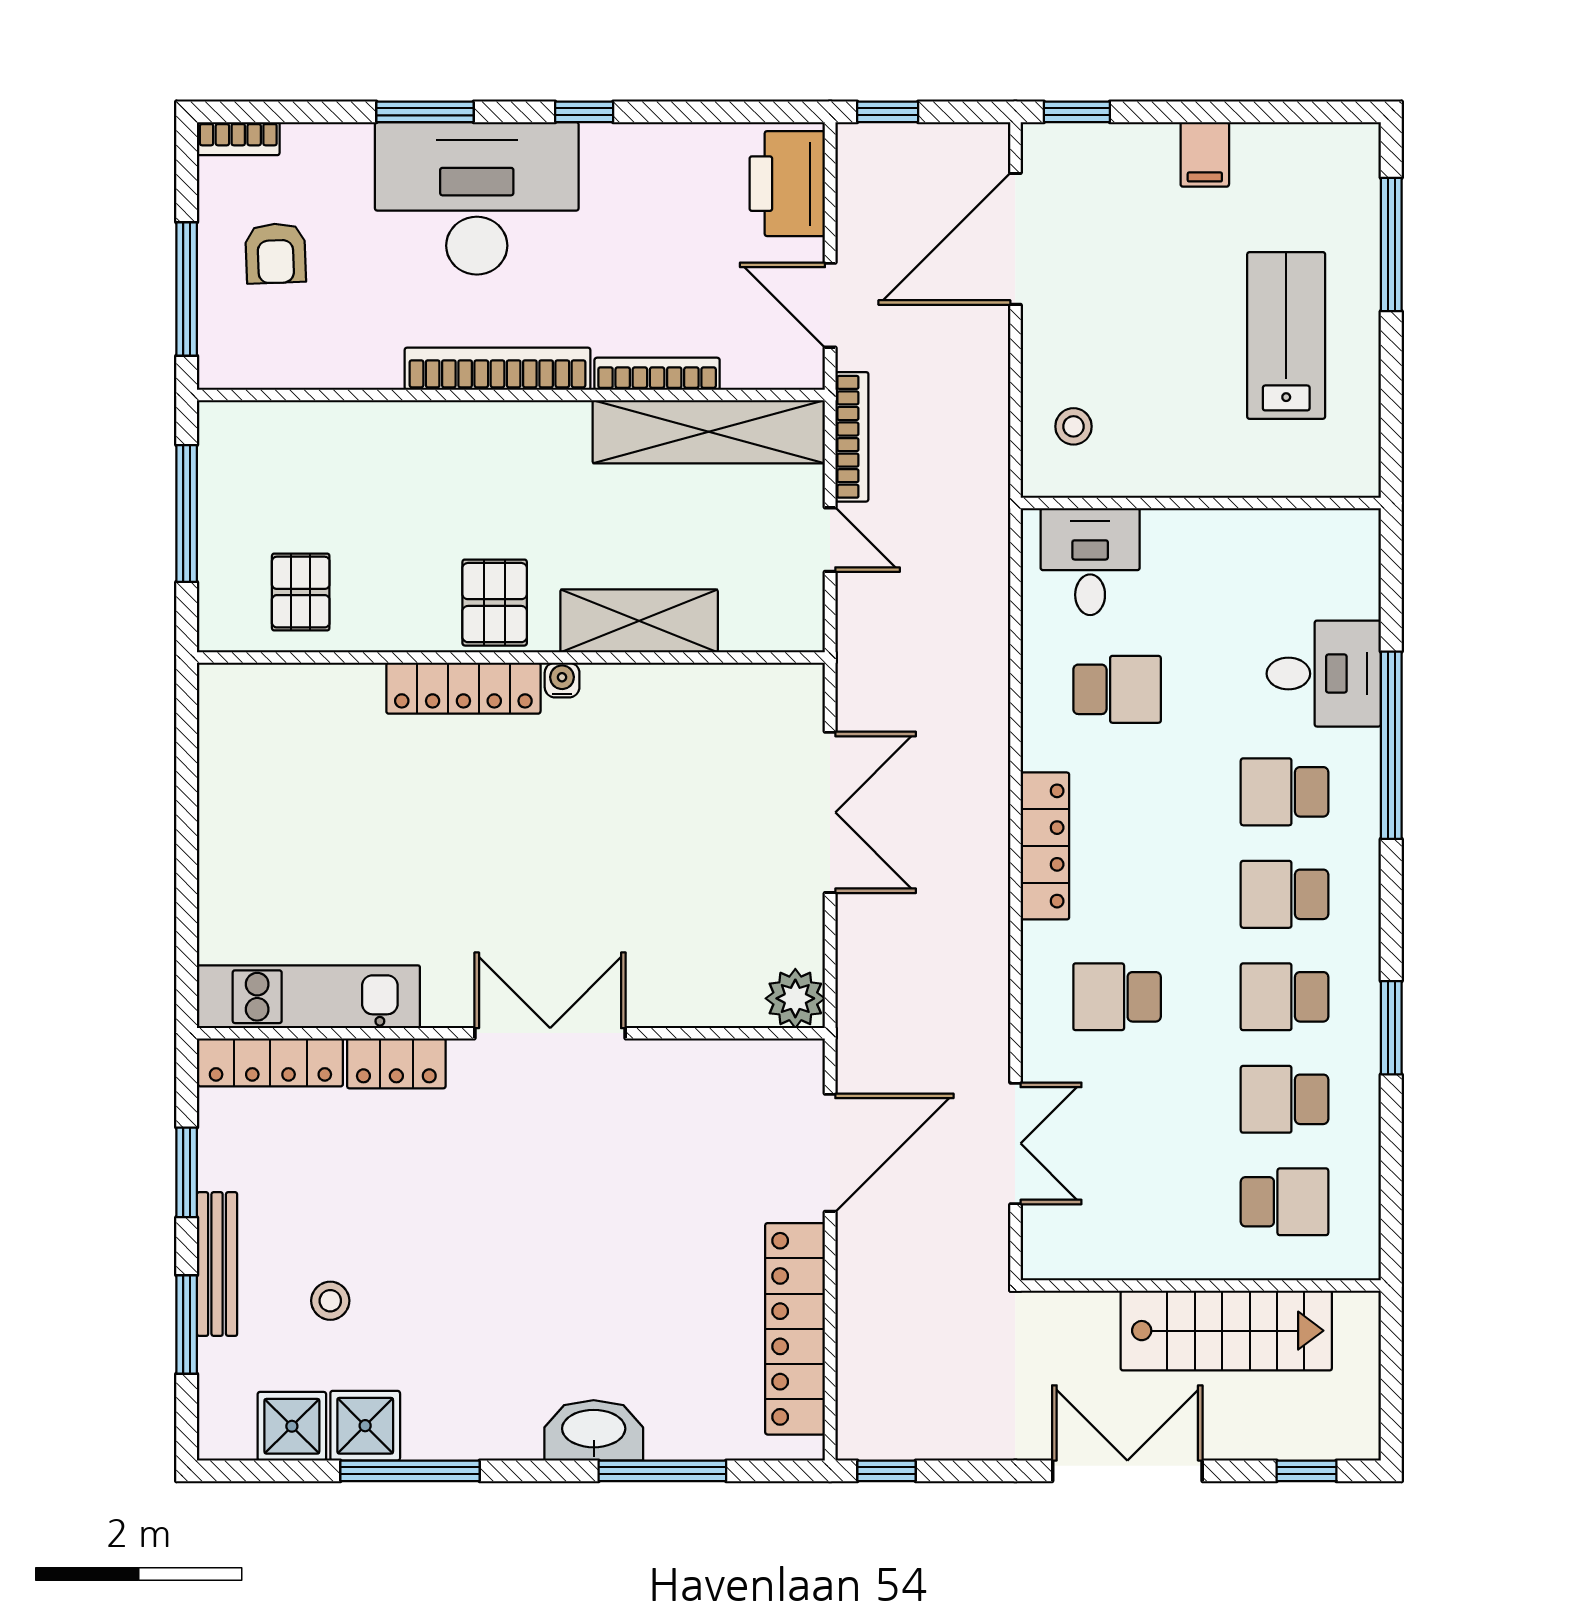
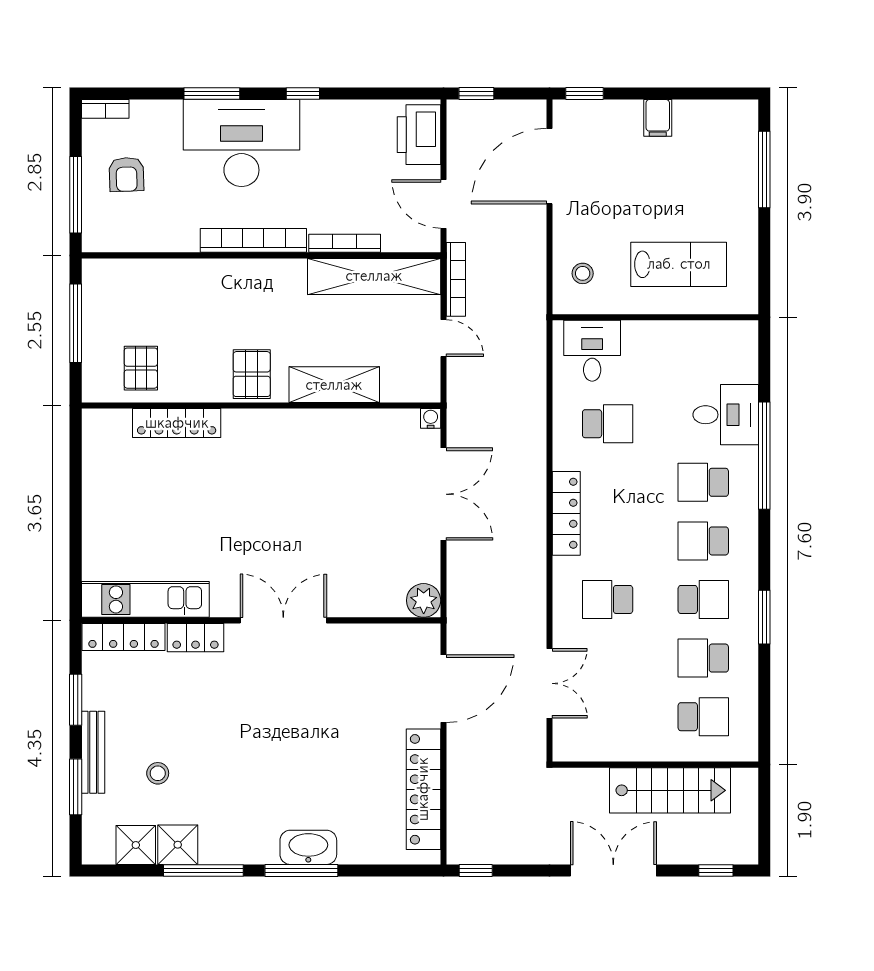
lab bench: (1286, 335) -> (679, 264), moved, turned 90
water cooler: (562, 680) -> (431, 418), moved
locker: (463, 688) -> (177, 423), moved
school desk: (1284, 997) -> (703, 599), turned 180
window: (662, 1471) -> (301, 871), moved

